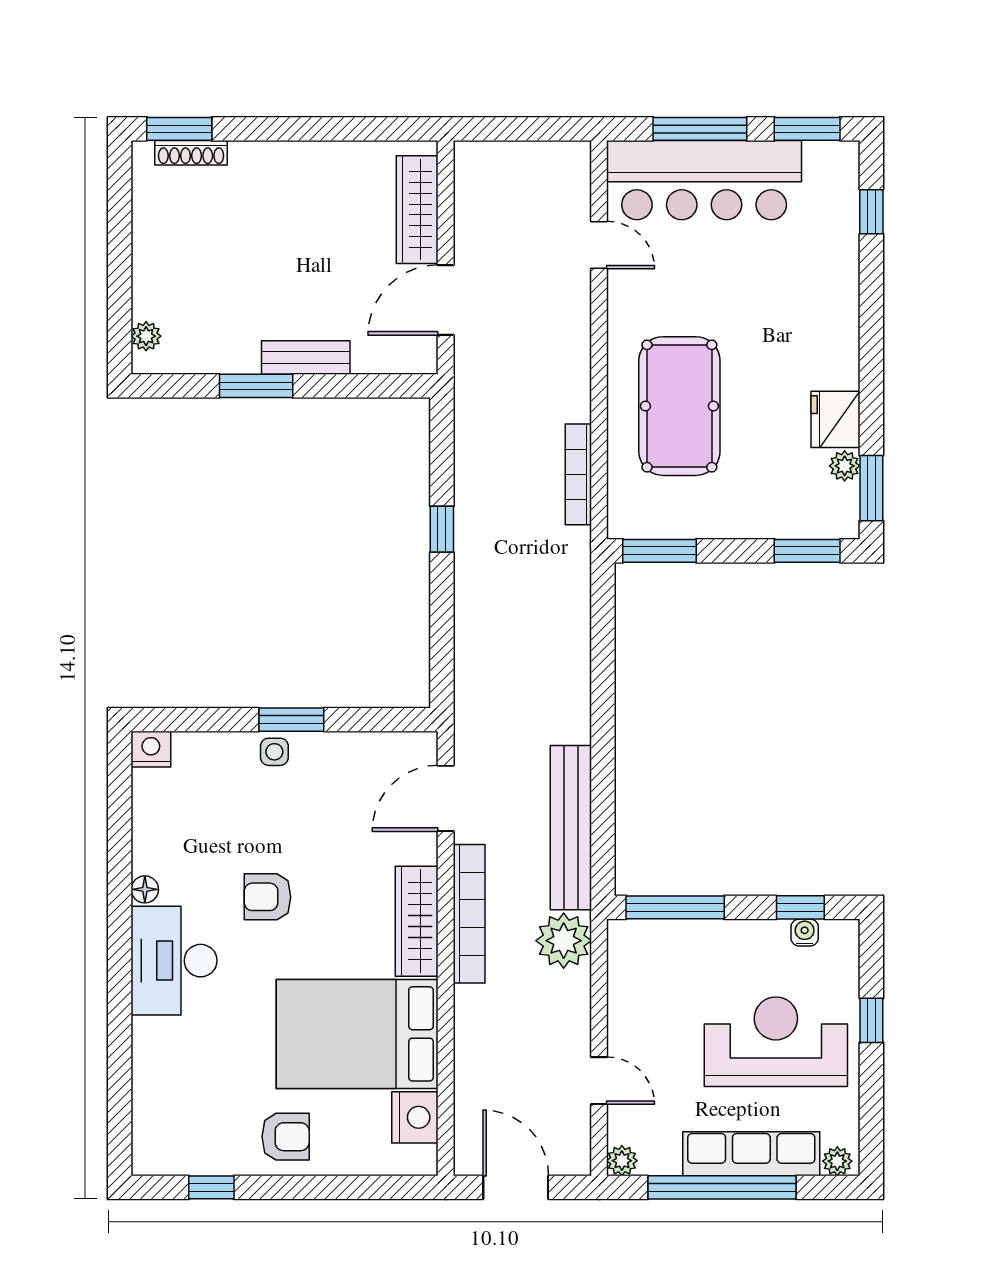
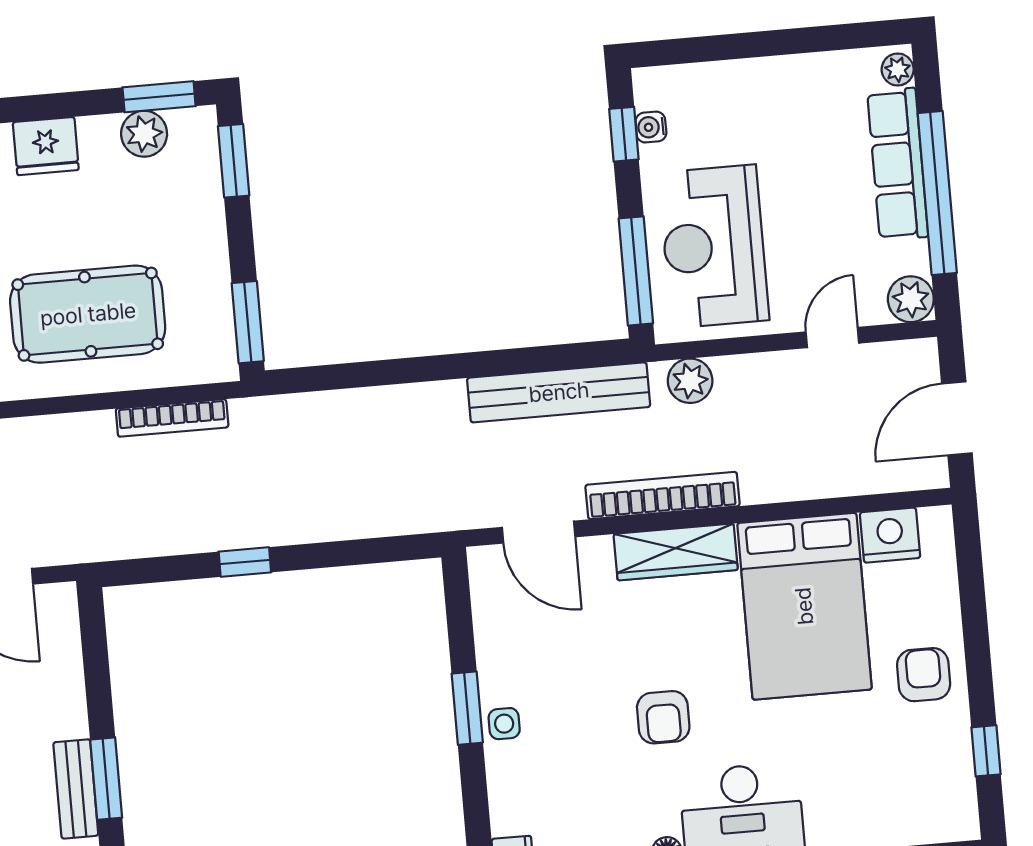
bench: (306, 358) -> (76, 789), moved
fridge: (835, 419) -> (46, 146), moved
plant: (845, 466) -> (144, 134), width x1.38, depth x1.38
plant: (564, 941) -> (690, 381), width x0.73, depth x0.73
window: (871, 1020) -> (740, 46), removed
reception desk: (776, 1042) -> (714, 246), moved
plant: (622, 1161) -> (911, 299), width x1.38, depth x1.38

